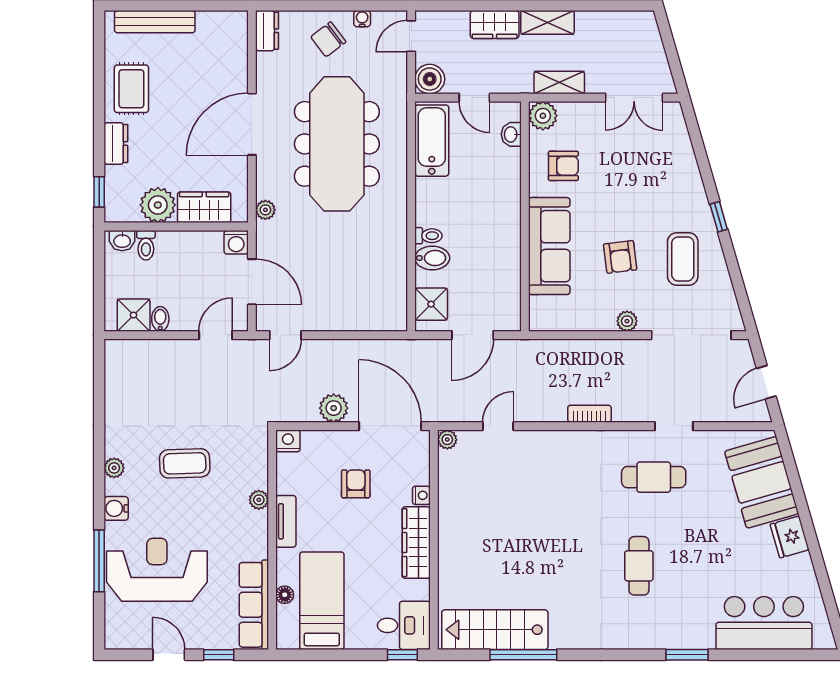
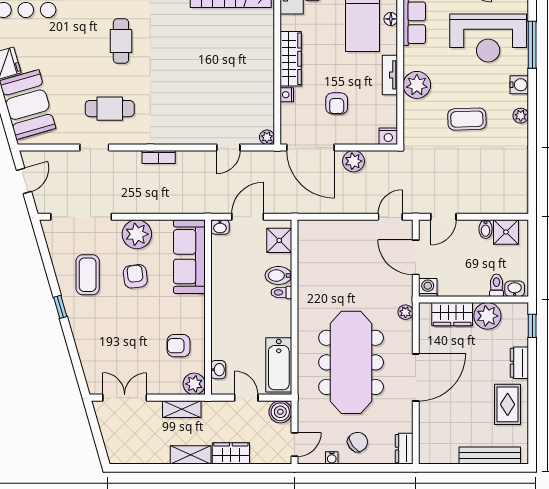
sofa: (549, 246) -> (189, 257), moved
plant: (627, 321) -> (137, 234), width x1.88, depth x1.88
washbasin: (509, 322) -> (220, 227), added
plant: (259, 500) -> (417, 85), width x1.88, depth x1.88

